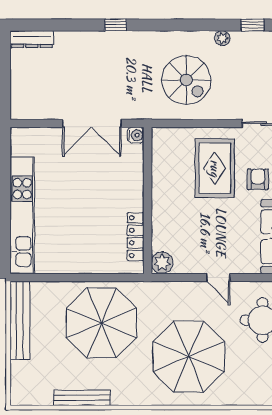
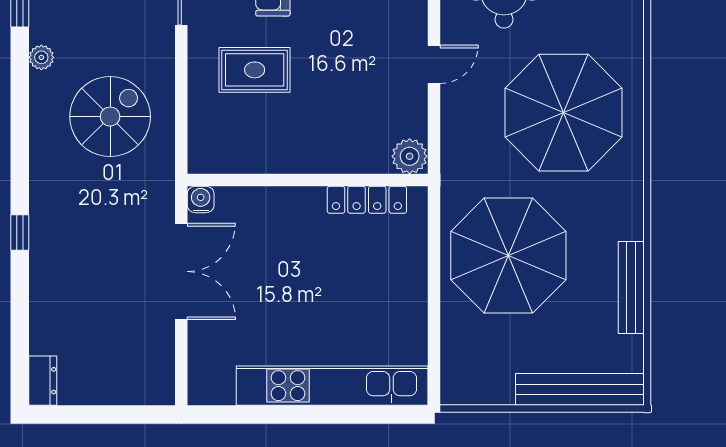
dresser: (32, 39) -> (43, 381), width x0.70
rug: (215, 168) -> (255, 70), width x0.73, depth x0.70
bench: (20, 320) -> (580, 389), moved

